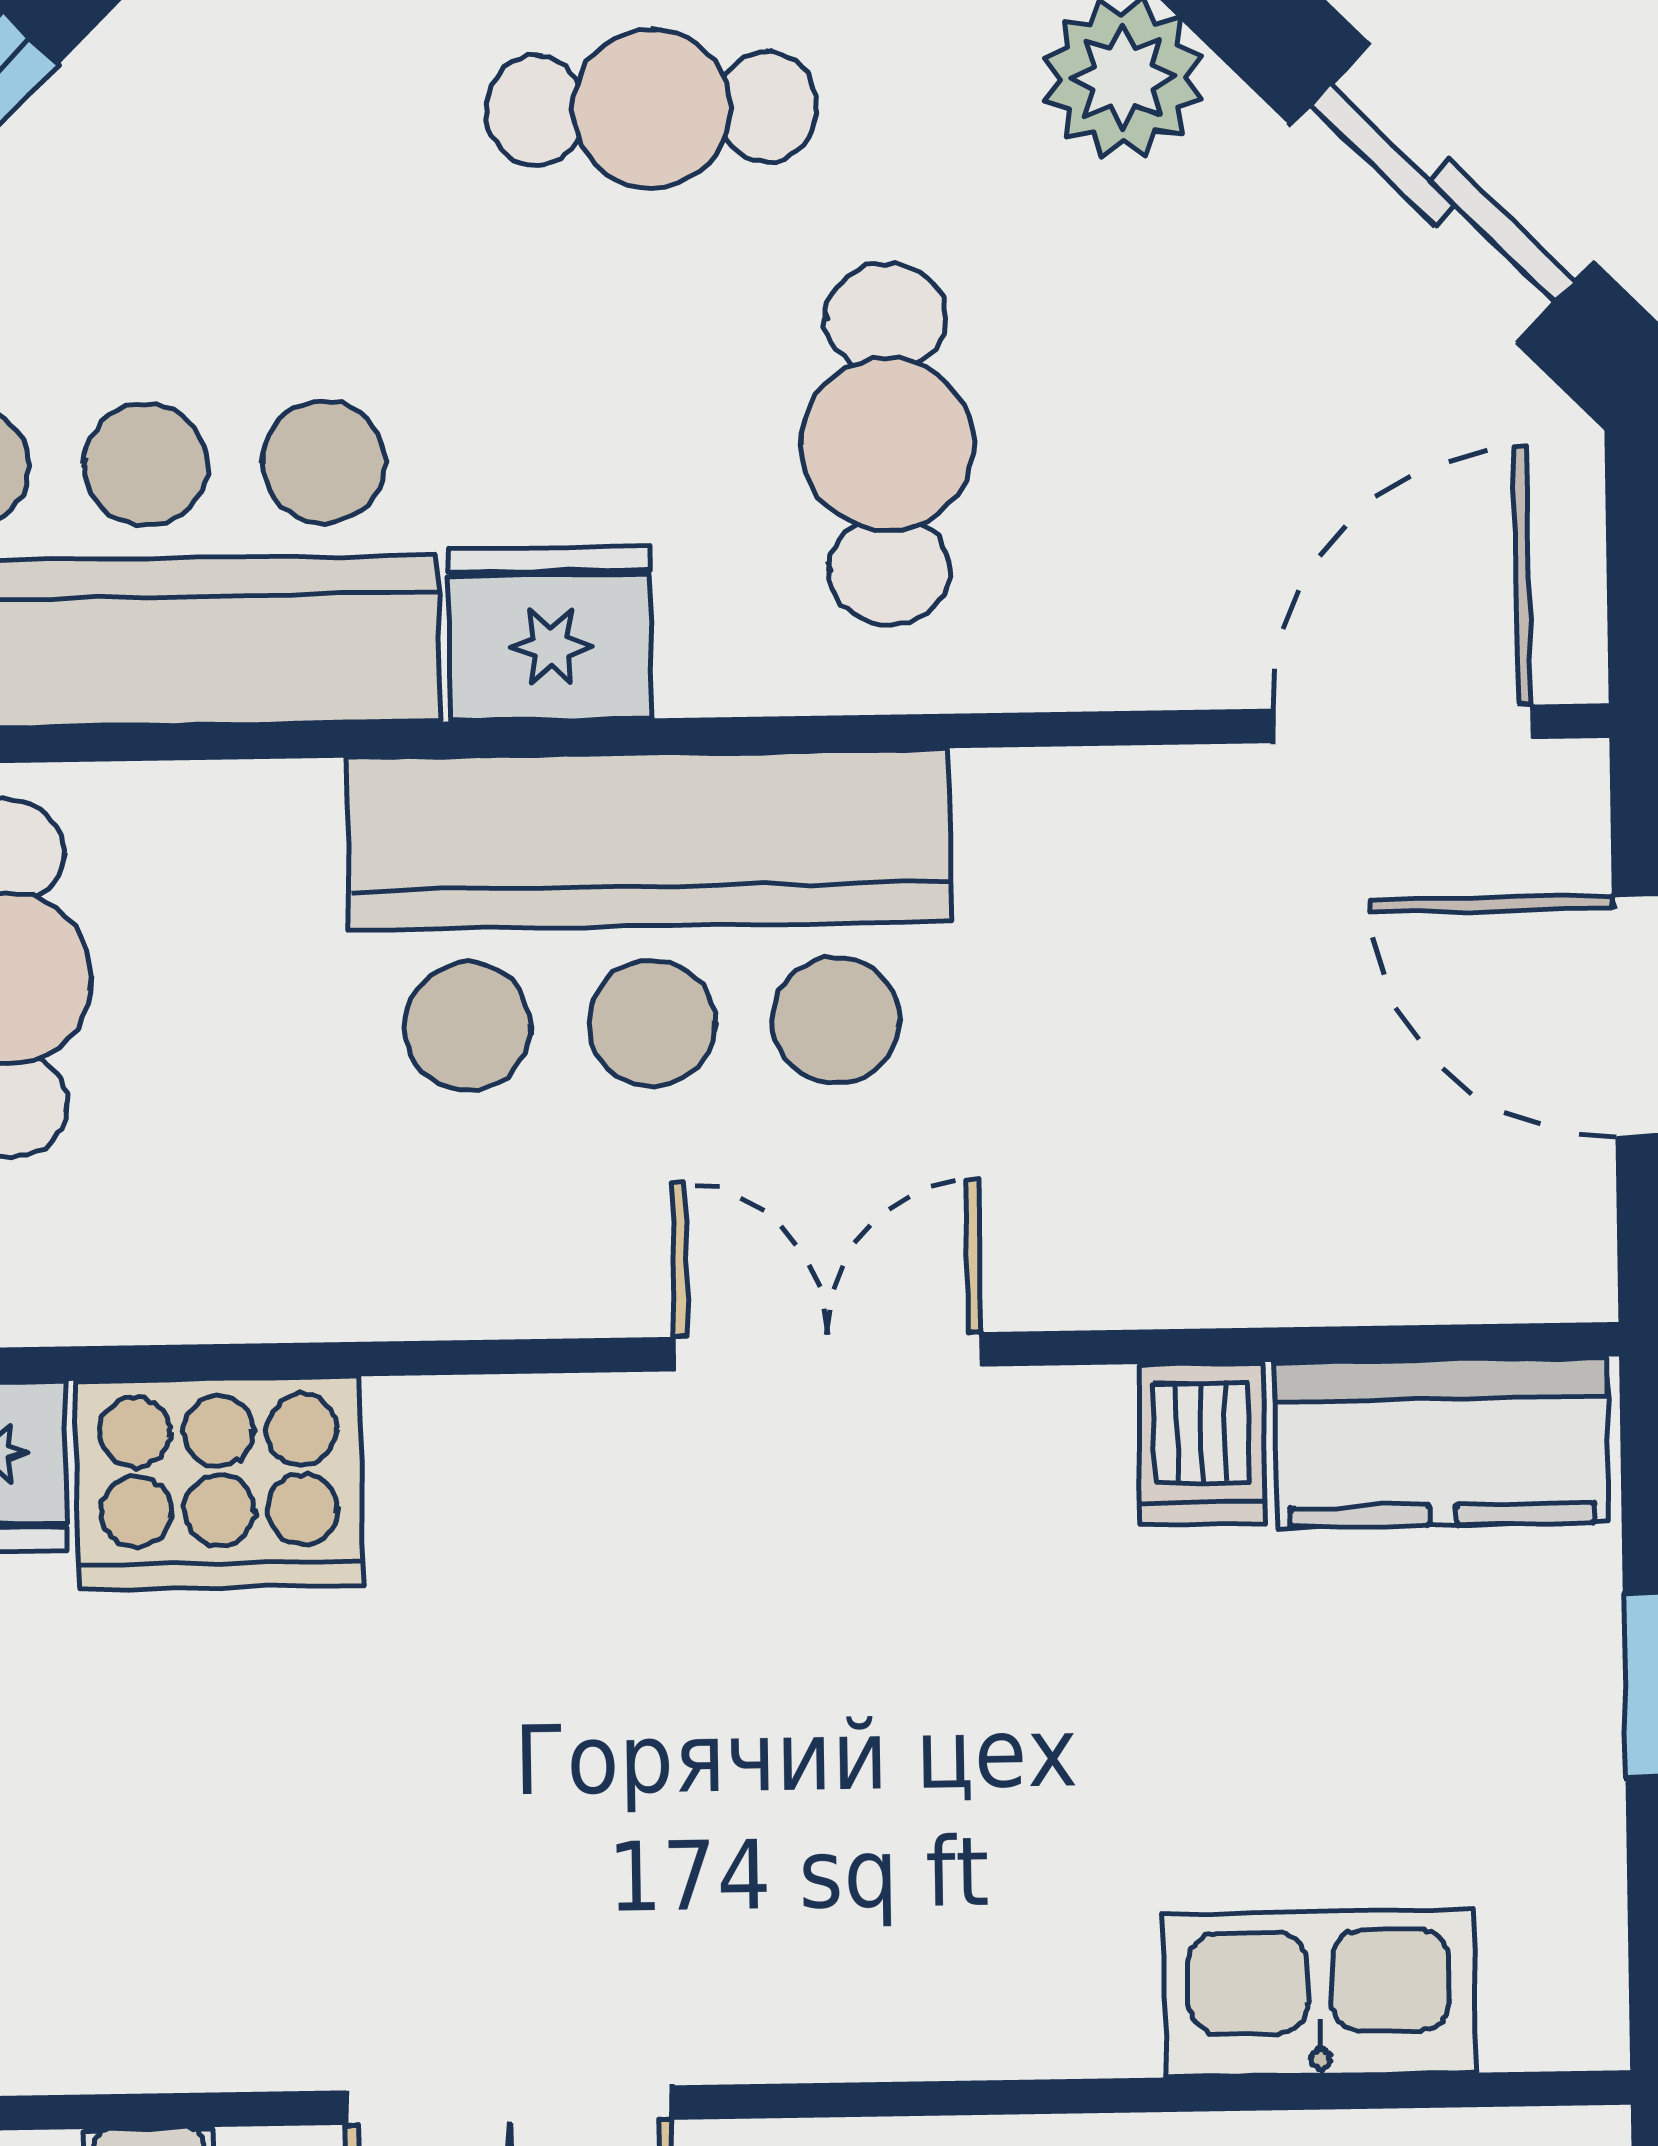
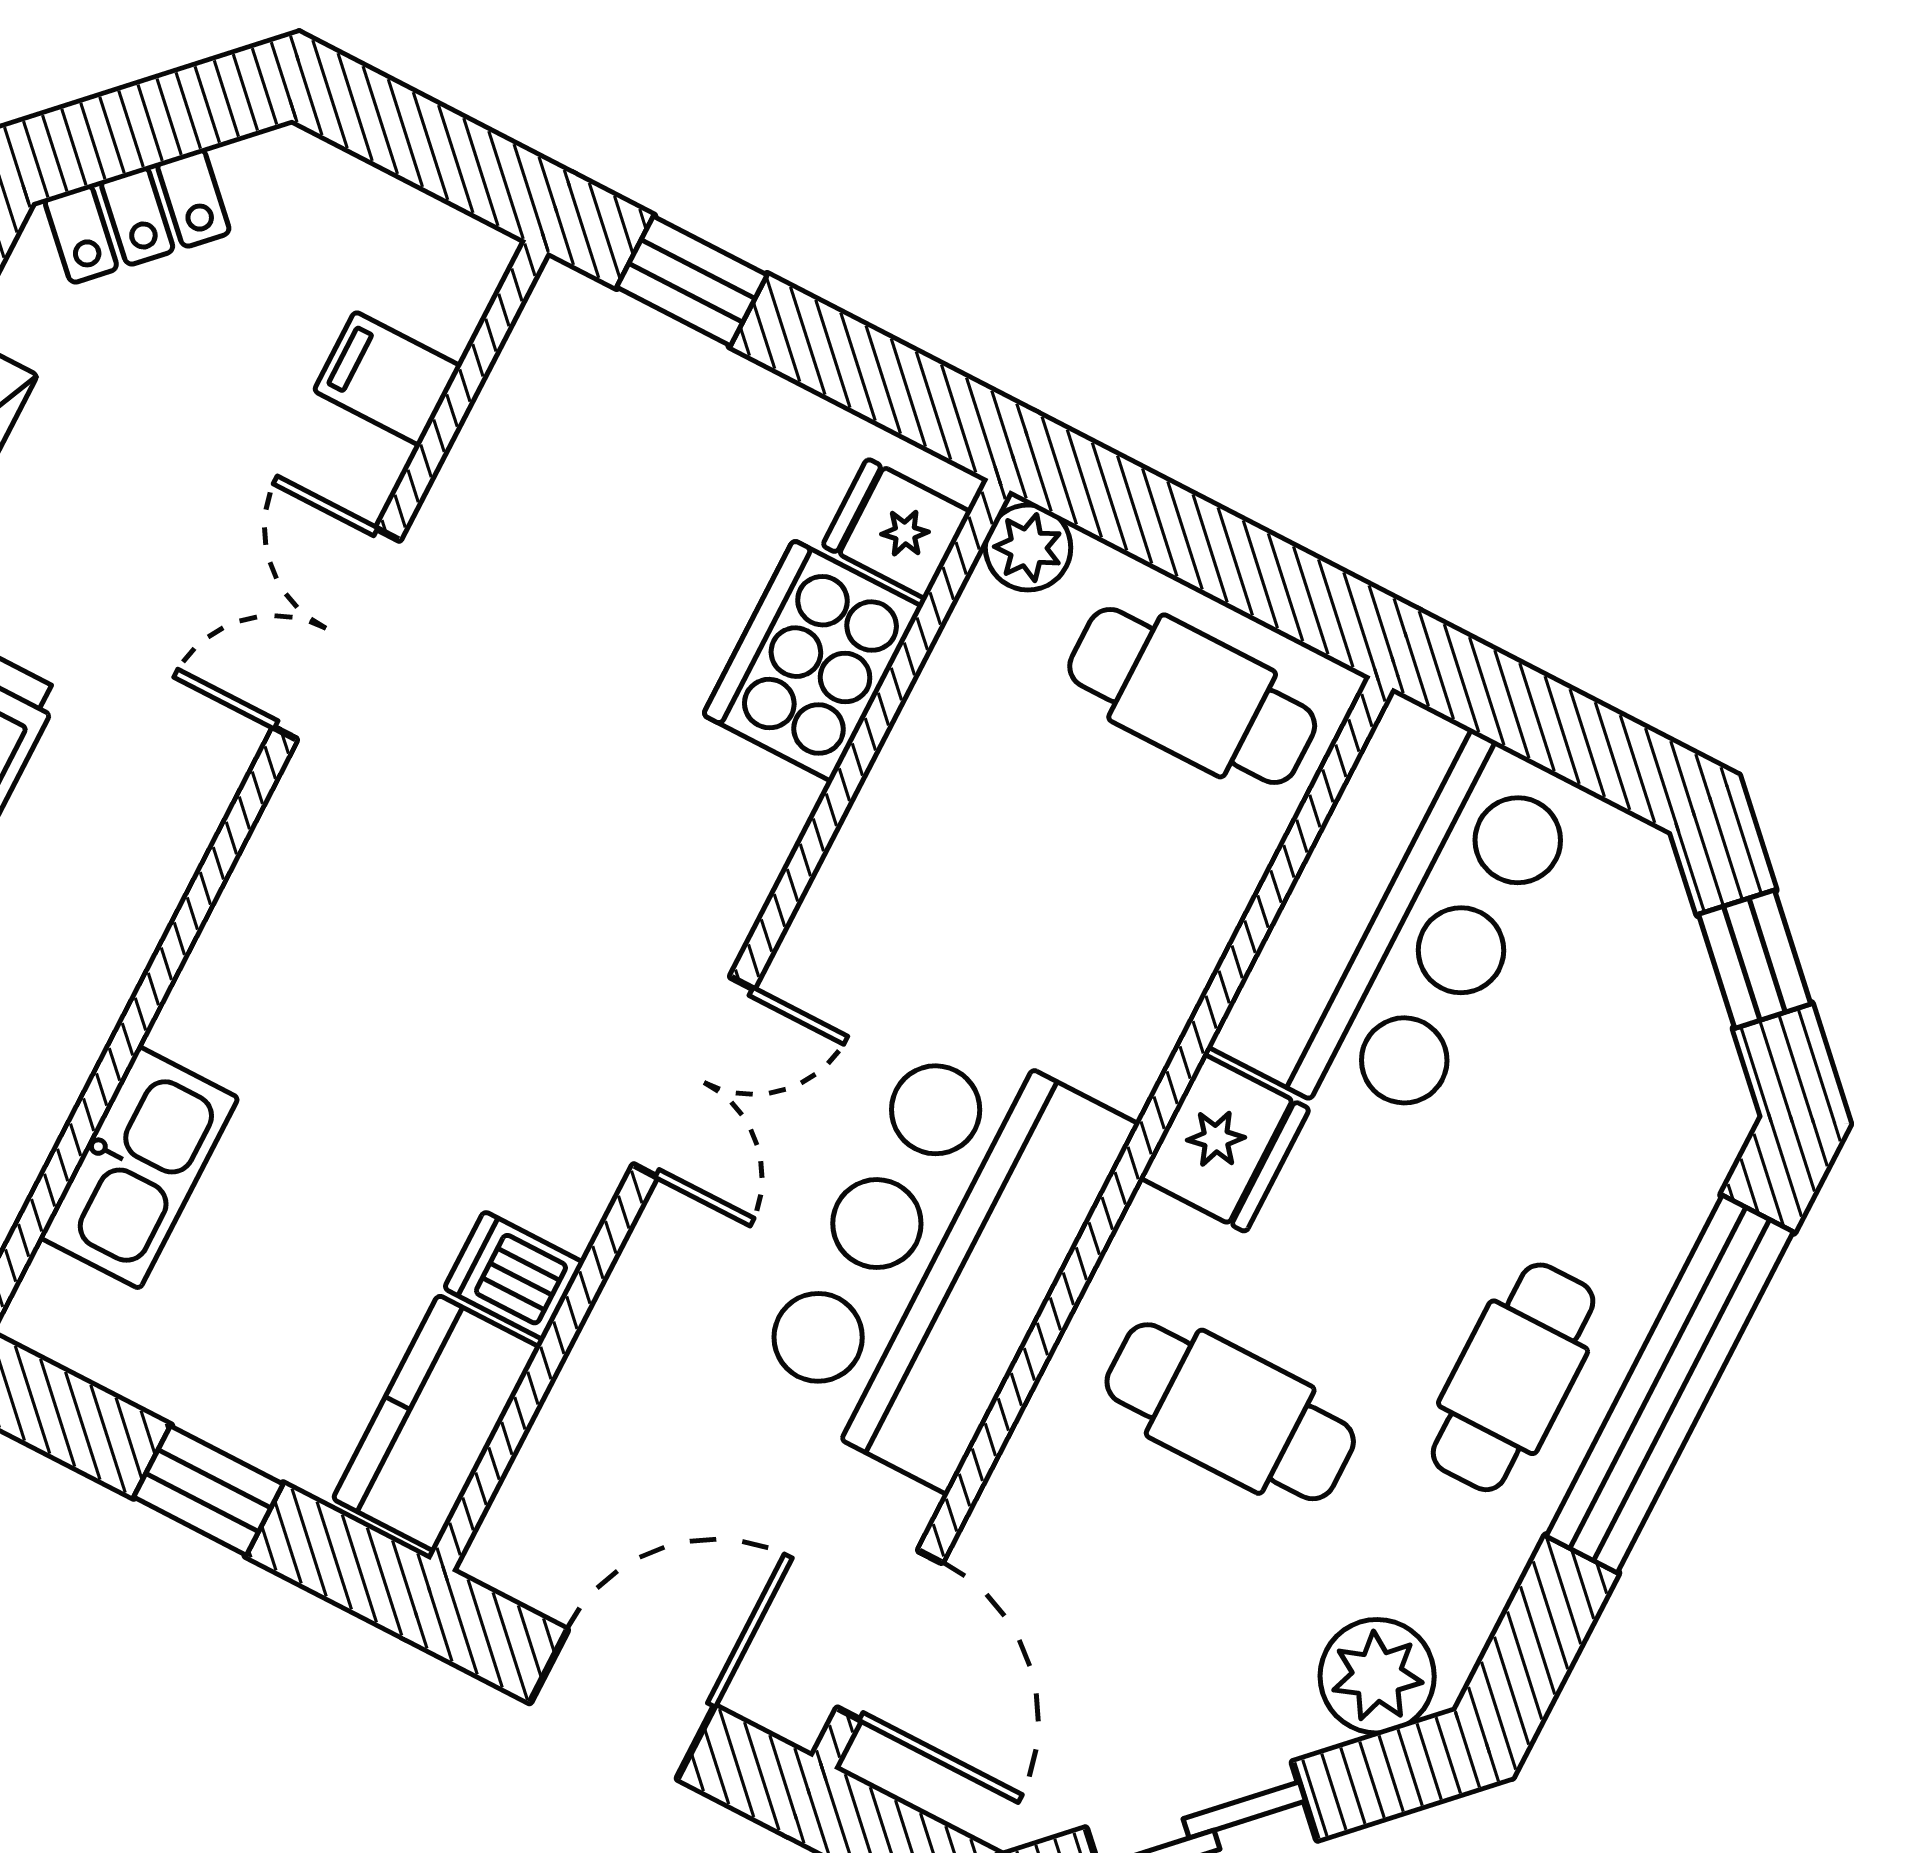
bar counter: (650, 920) -> (941, 1257), moved

